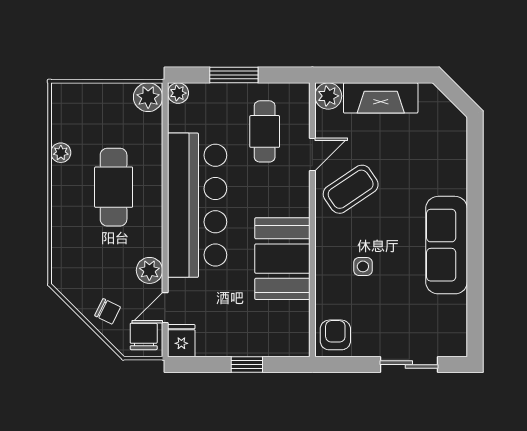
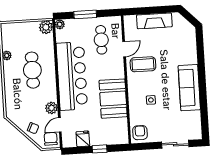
plant: (328, 96) -> (130, 21), removed
coffee table: (351, 189) -> (143, 64), turned 34
fridge: (181, 341) -> (83, 139), moved

